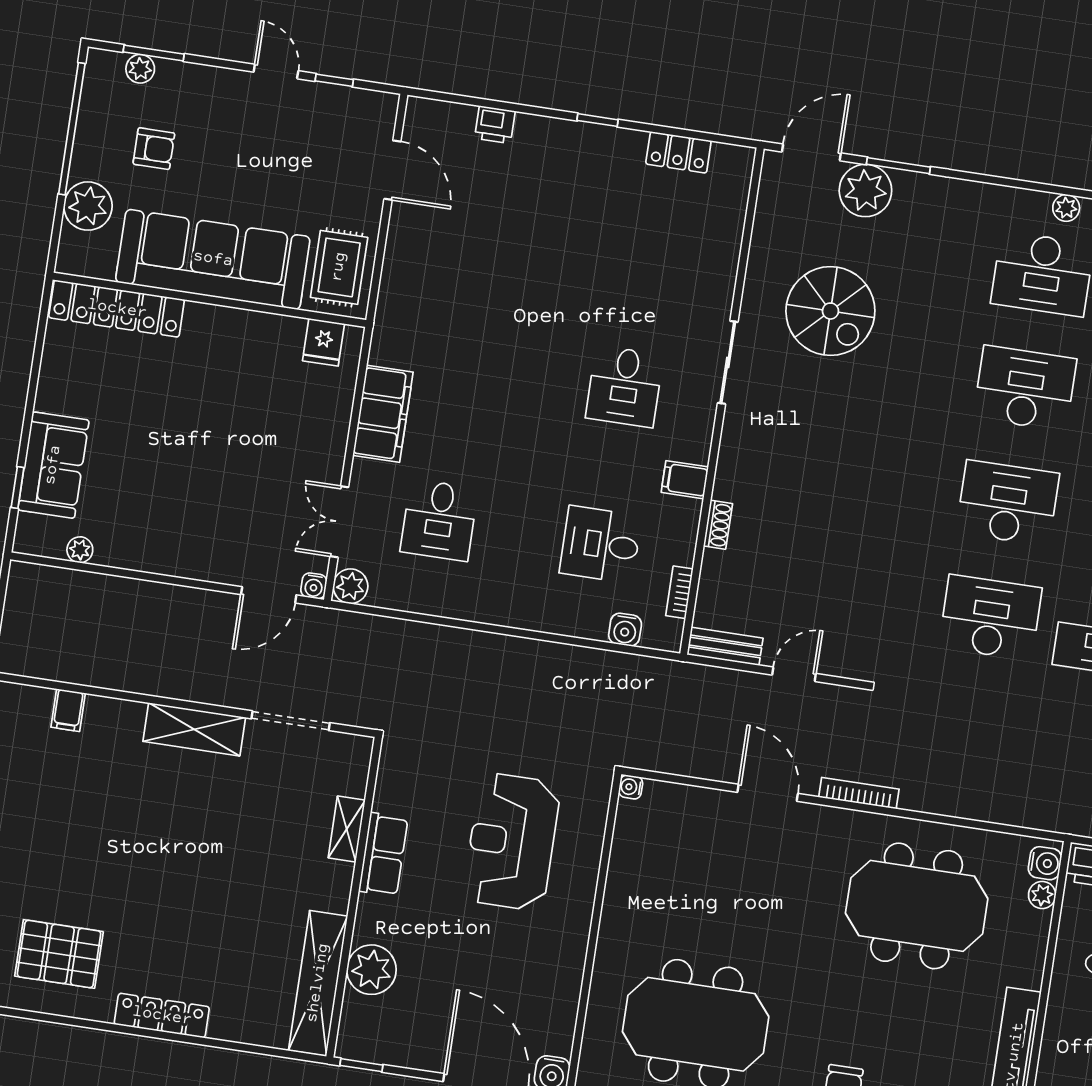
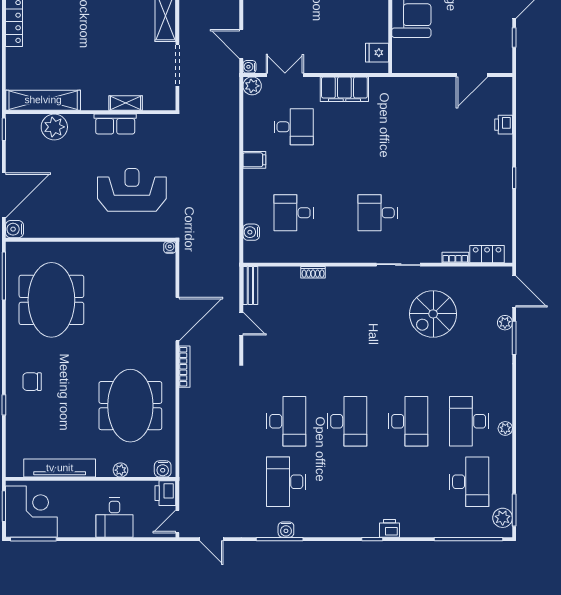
locker: (678, 152) -> (487, 254), moved, turned 90
plant: (865, 191) -> (505, 323), width x0.53, depth x0.53
rug: (339, 267) -> (417, 55), removed
filing cabinet: (685, 480) -> (254, 160), moved, turned 90
desk: (439, 520) -> (294, 127), turned 180
desk: (601, 544) -> (294, 213), turned -90
bookcase: (679, 592) -> (455, 257), moved
door: (768, 793) -> (177, 319), width x1.36
plant: (1042, 895) -> (121, 470), moved

